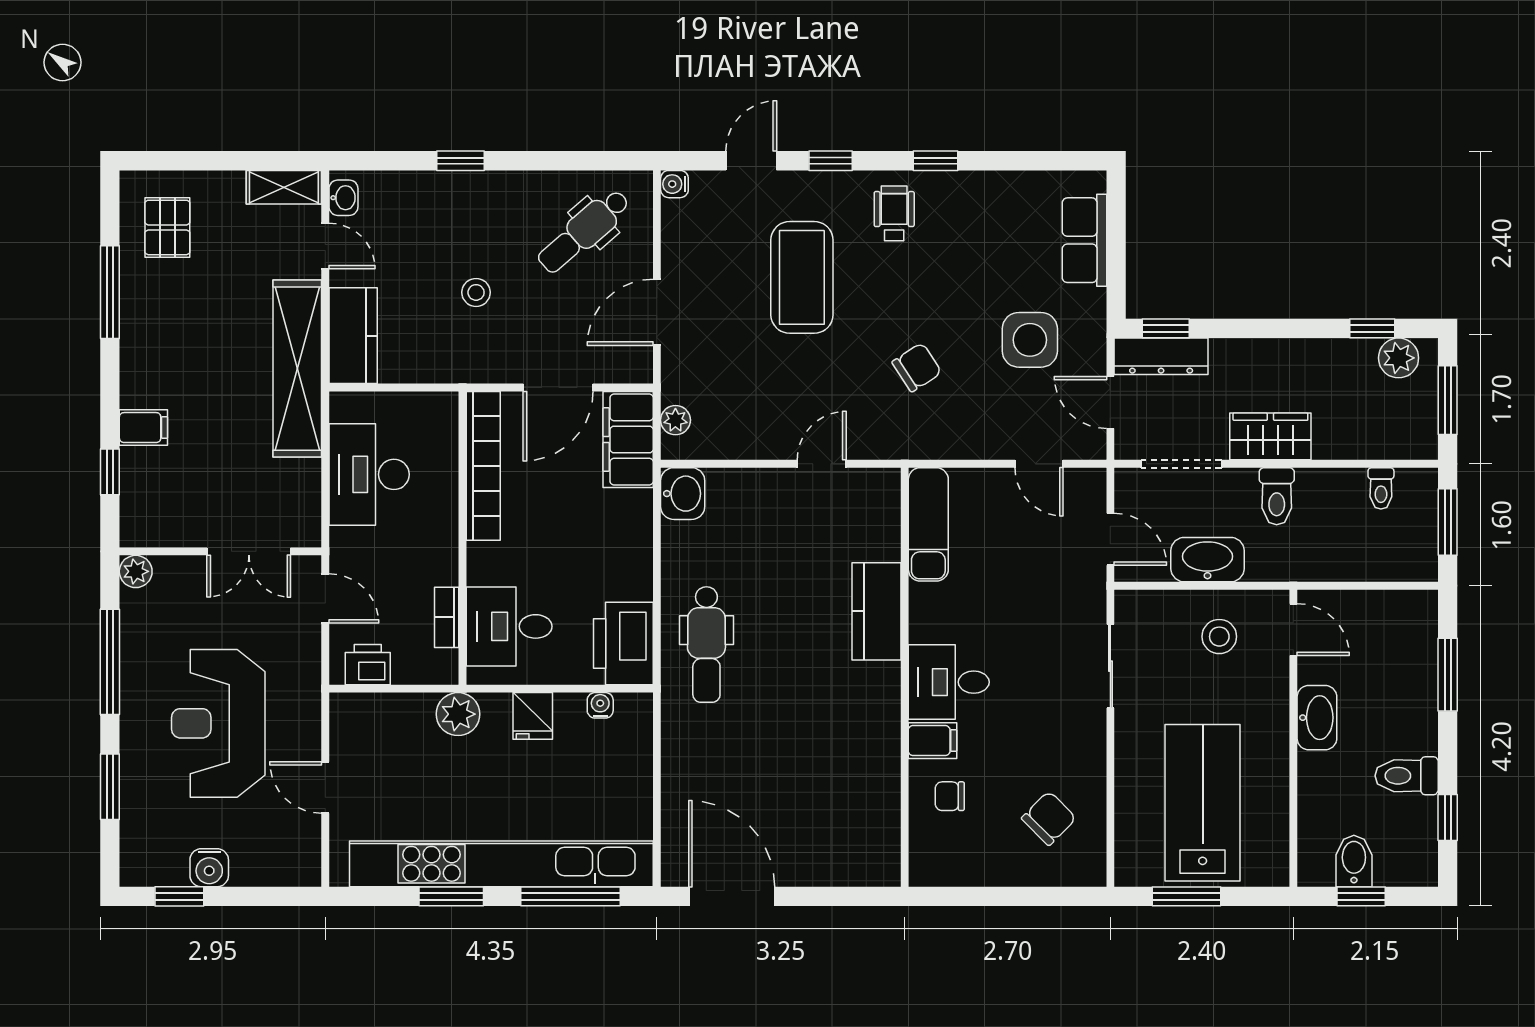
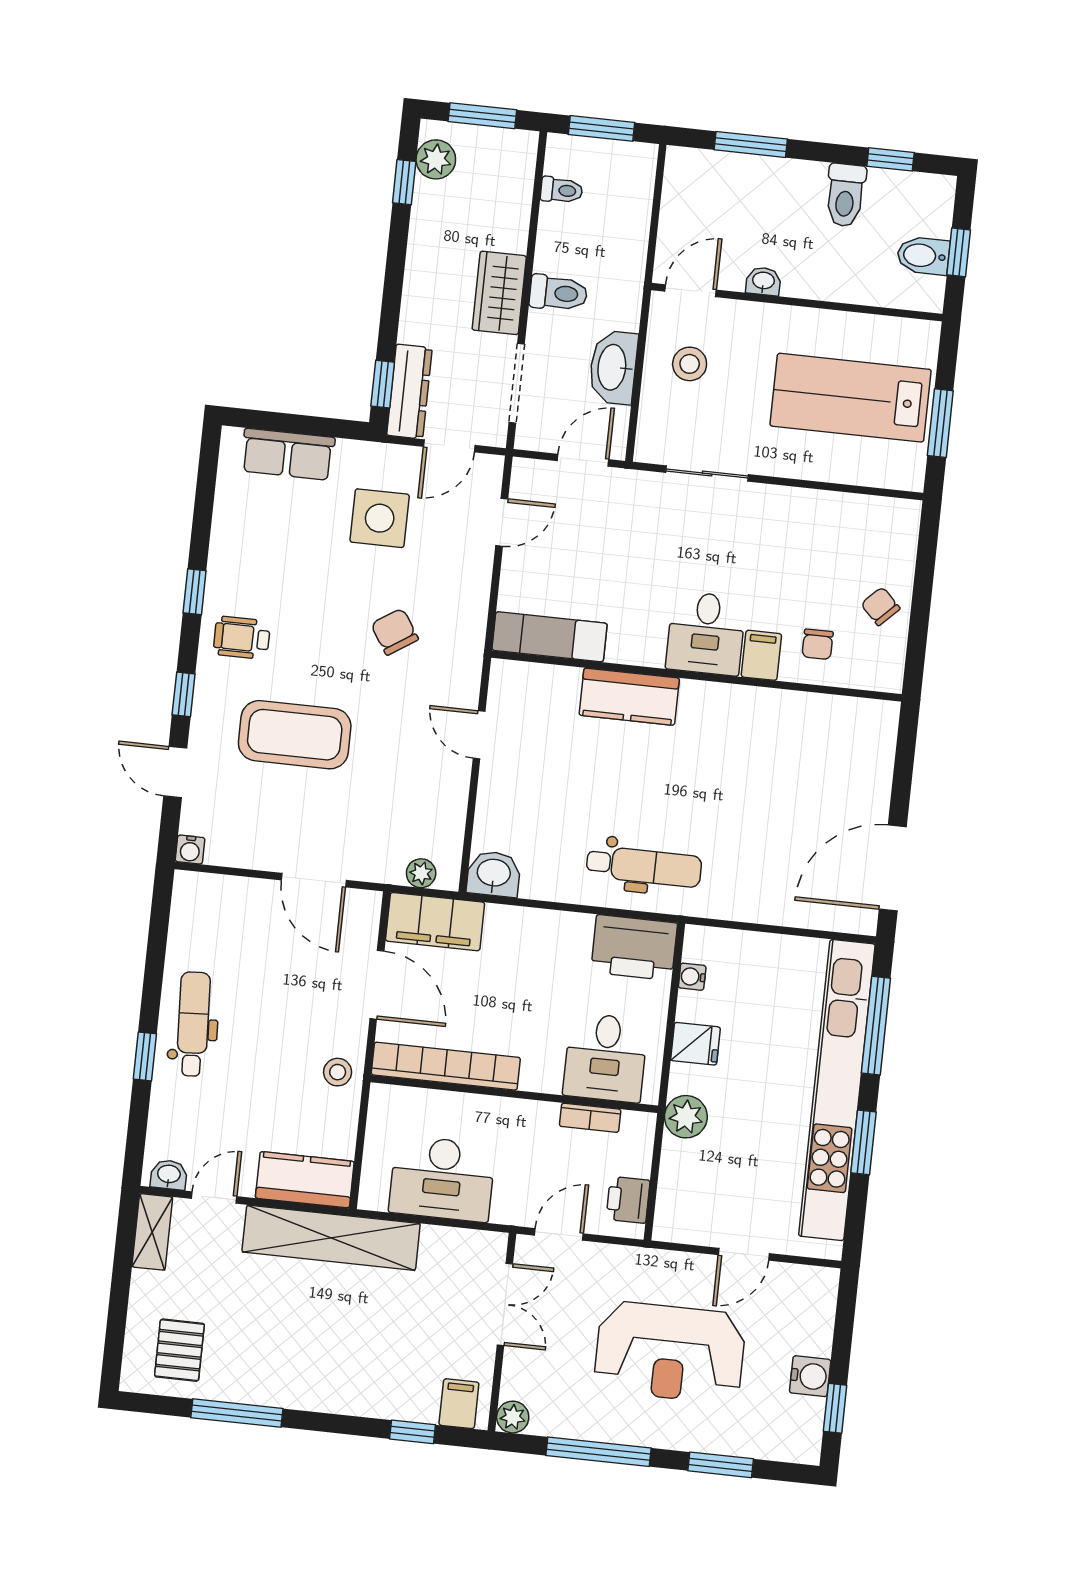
pallet: (167, 227) -> (179, 1350), turned 90
dental chair: (584, 231) -> (193, 1024), moved, turned -142
stool: (476, 292) -> (338, 1072), moved
filing cabinet: (143, 428) -> (459, 1404), moved
washbasin: (1317, 718) -> (763, 281), width x0.52, depth x0.69
chair: (1049, 818) -> (880, 606), moved, width x0.73, depth x0.73

